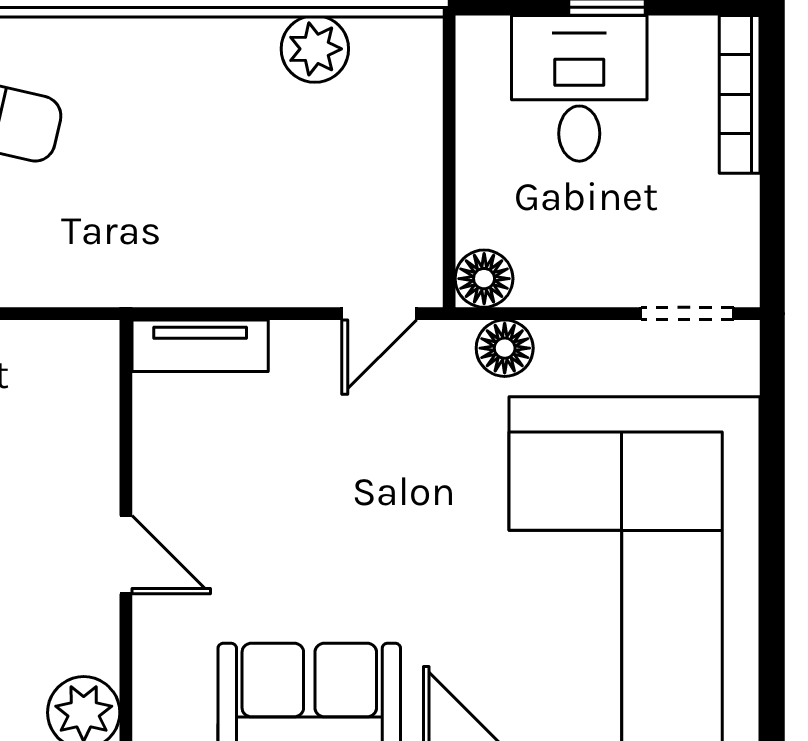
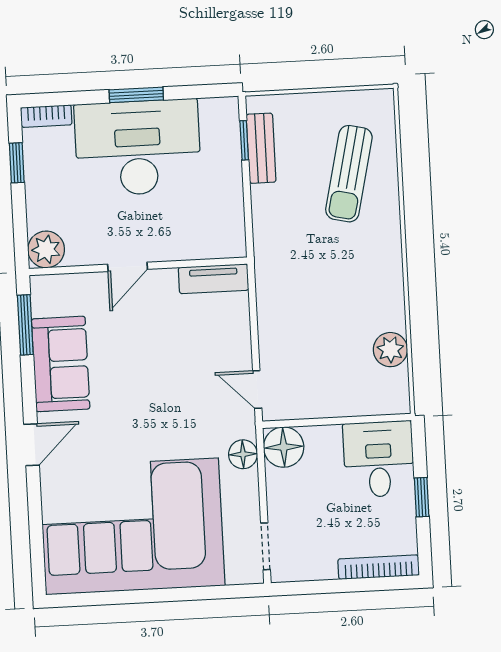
desk: (579, 88) -> (379, 459), moved, turned -90
floor lamp: (484, 279) -> (284, 447), width x1.38, depth x1.38
tv unit: (200, 346) -> (214, 279), moved, turned -90

